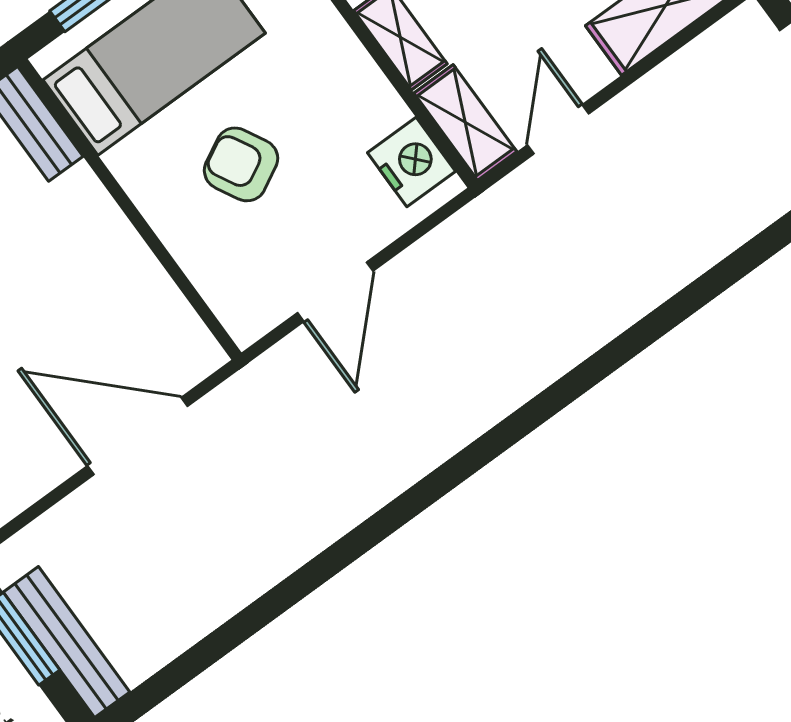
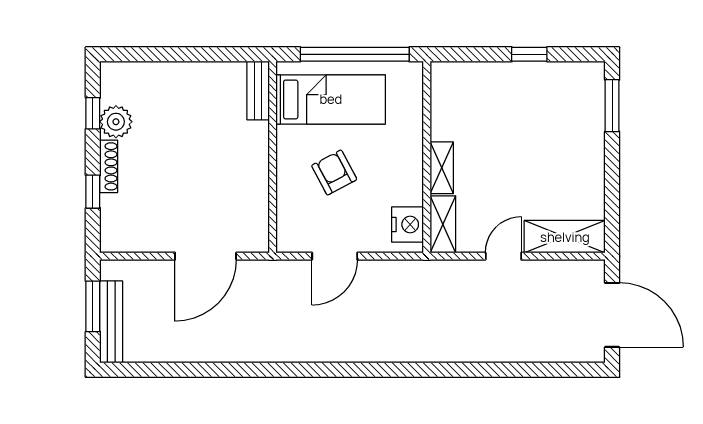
door: (558, 129) -> (503, 256), moved
door: (138, 436) -> (206, 256), swing flipped

